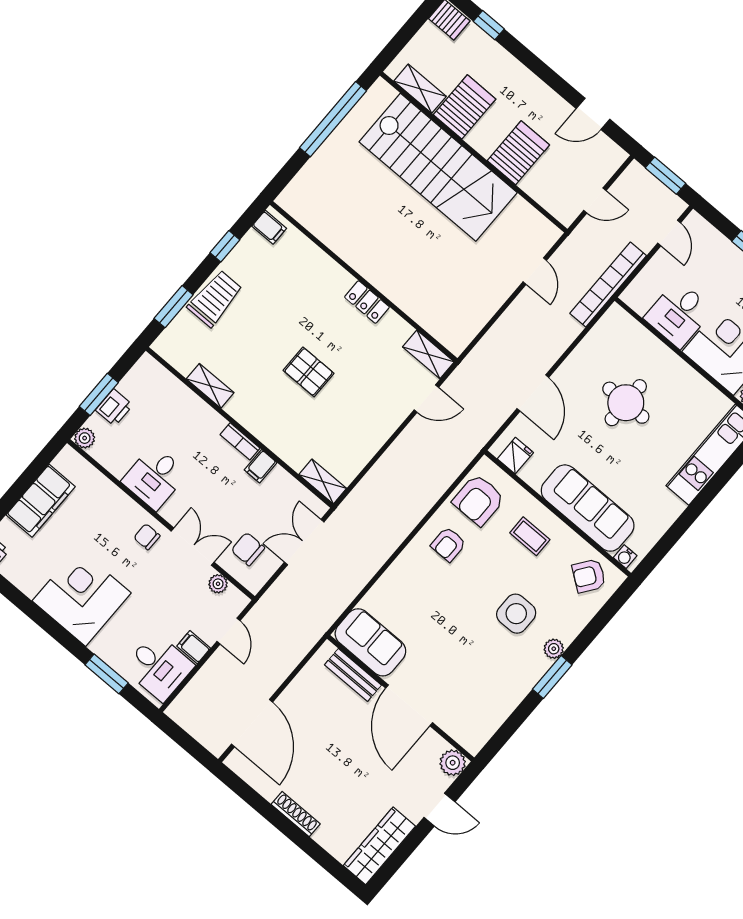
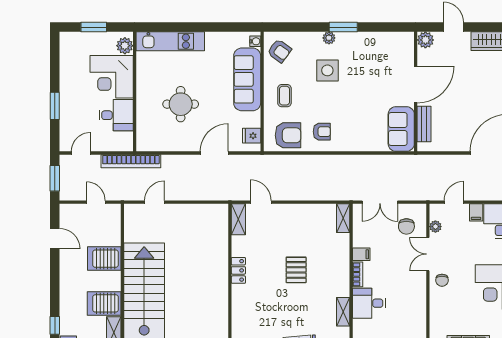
desk: (155, 477) -> (369, 303), moved, turned 180

